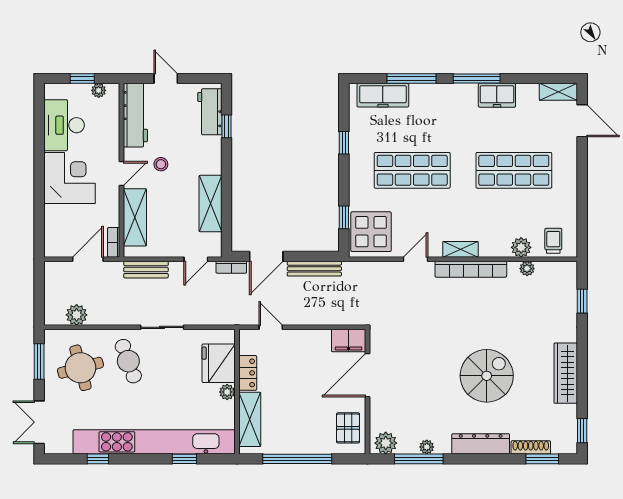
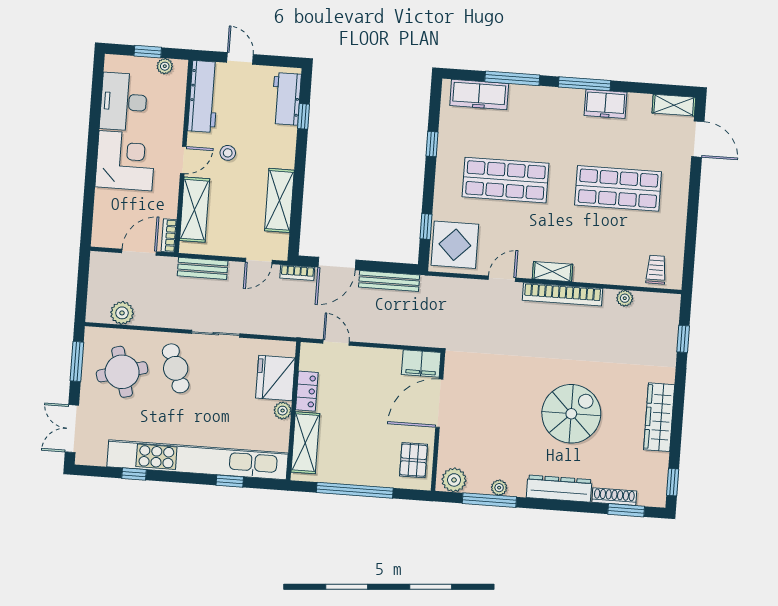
plant: (521, 247) -> (620, 274), removed

